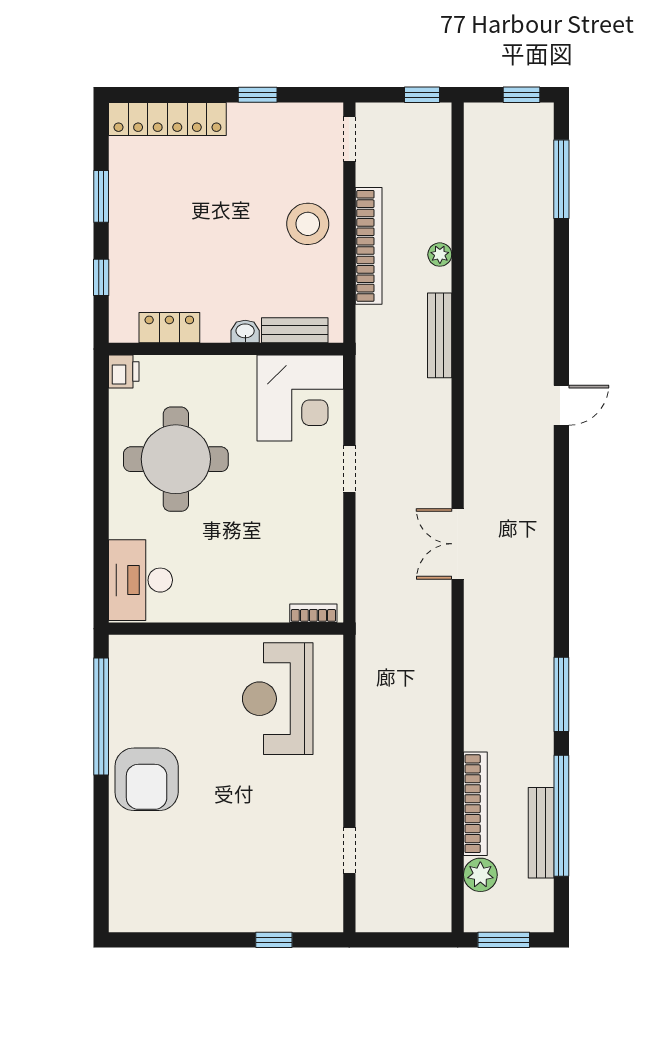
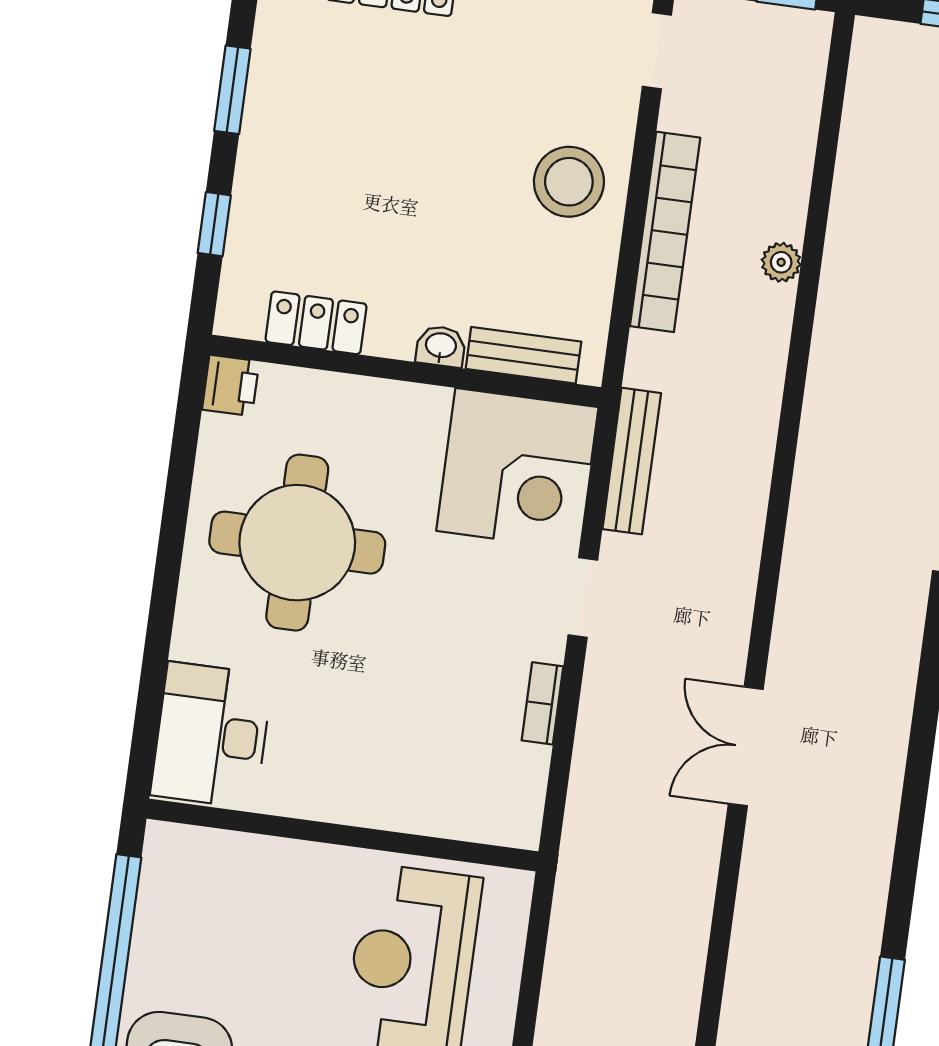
bench: (440, 335) -> (632, 461), moved
bookcase: (313, 613) -> (543, 703), moved, turned -90

